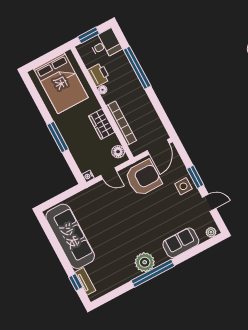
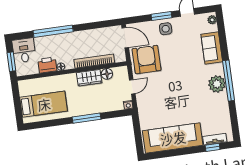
bed: (61, 83) -> (44, 104), width x0.67
floor lamp: (118, 152) -> (107, 74), moved

